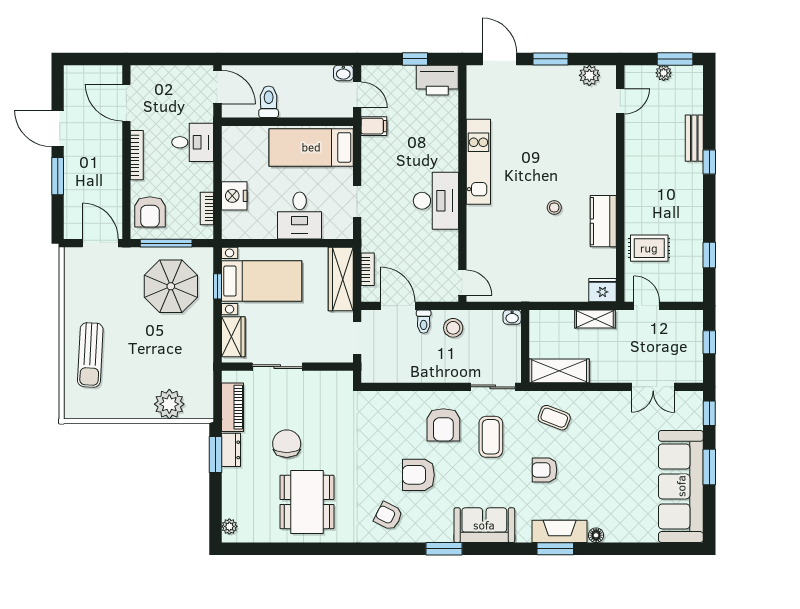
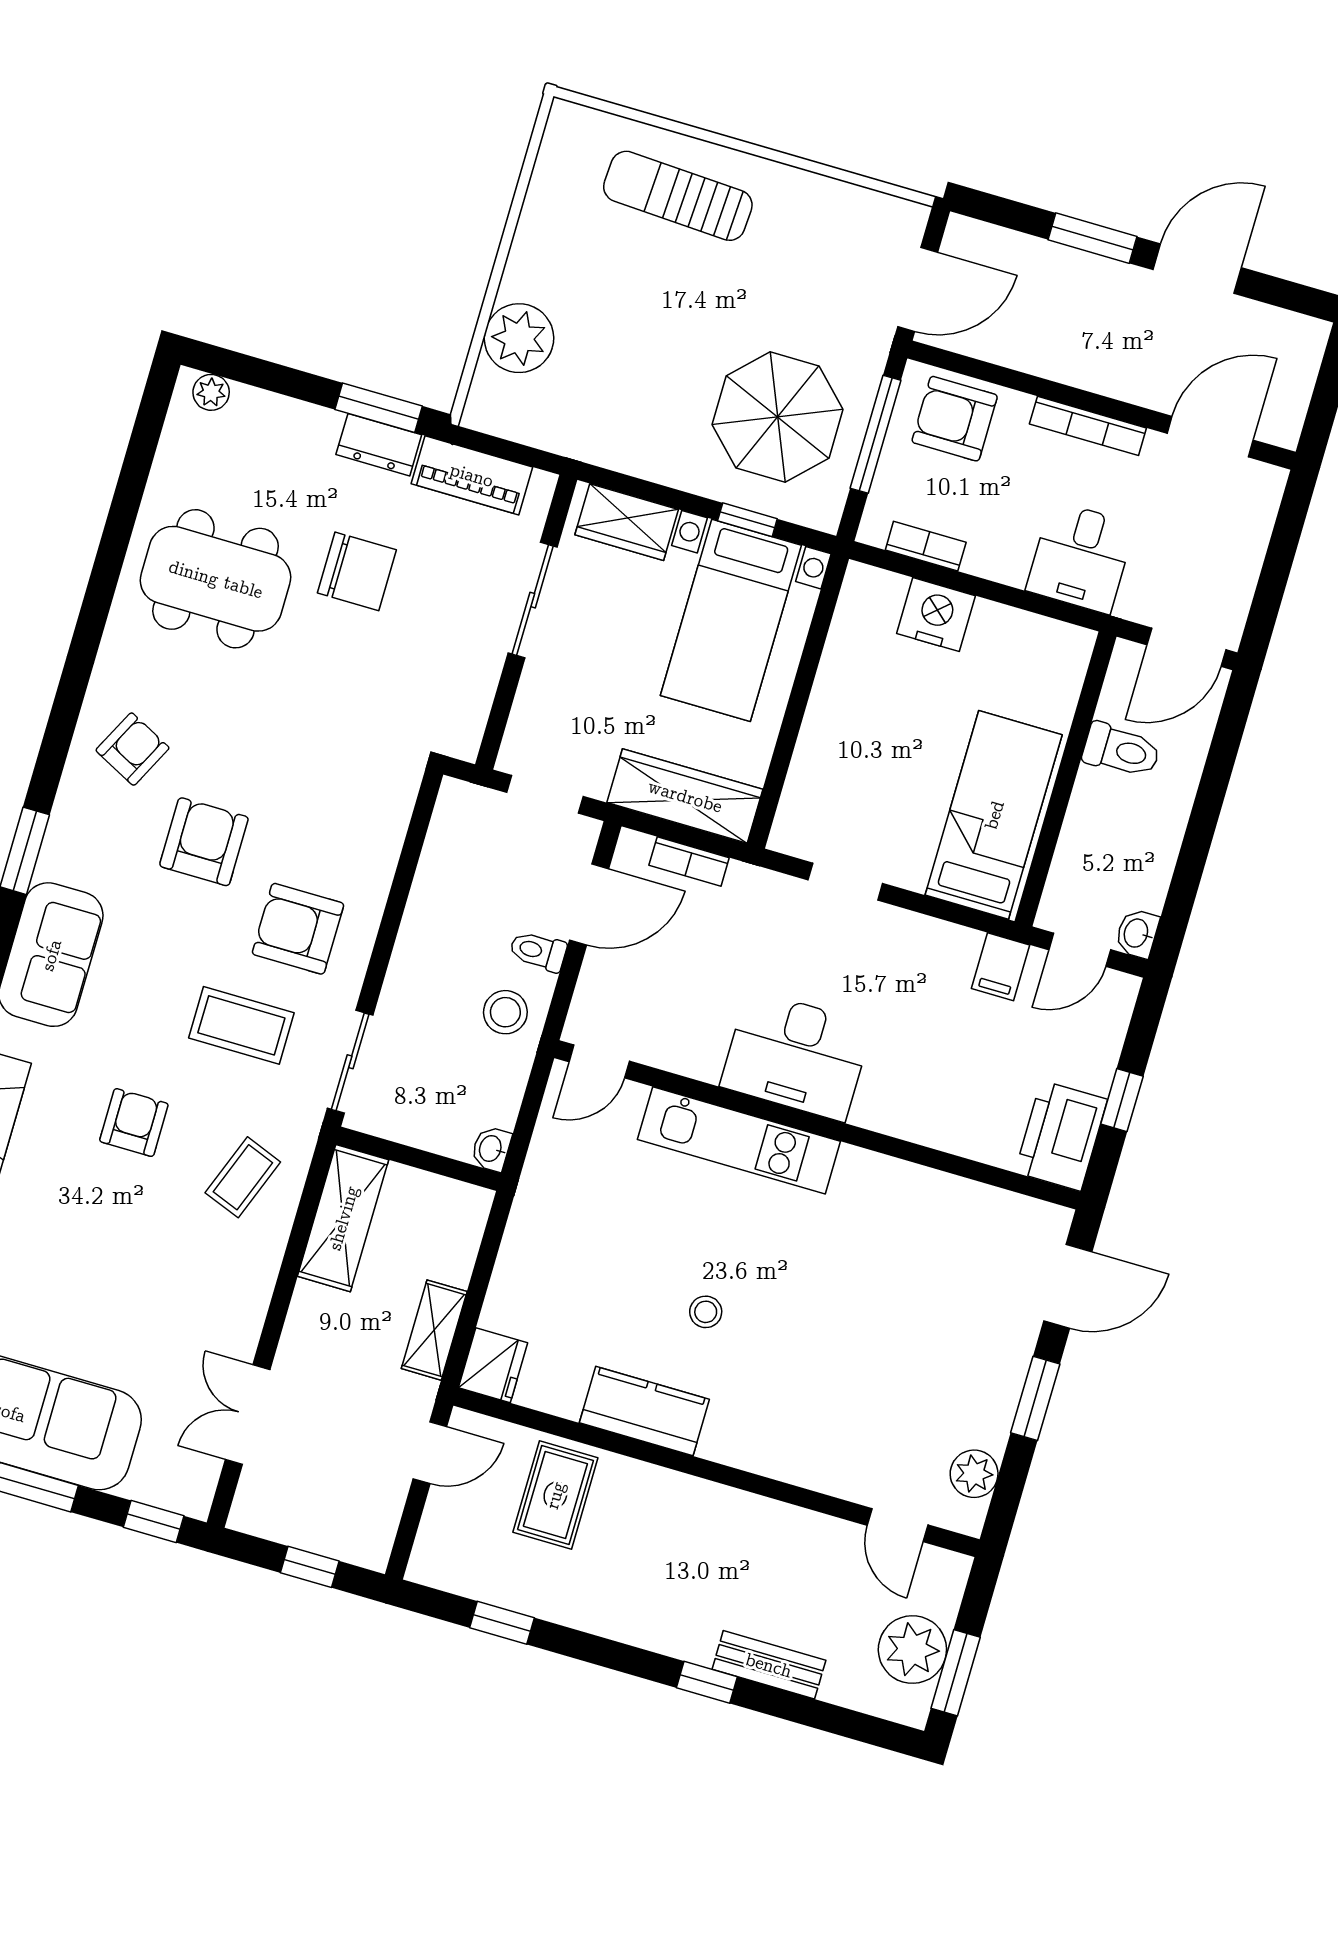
plant: (664, 73) -> (912, 1650), width x1.87, depth x1.87
kitchen unit: (478, 162) -> (739, 1140), moved
desk: (300, 215) -> (851, 746), removed

